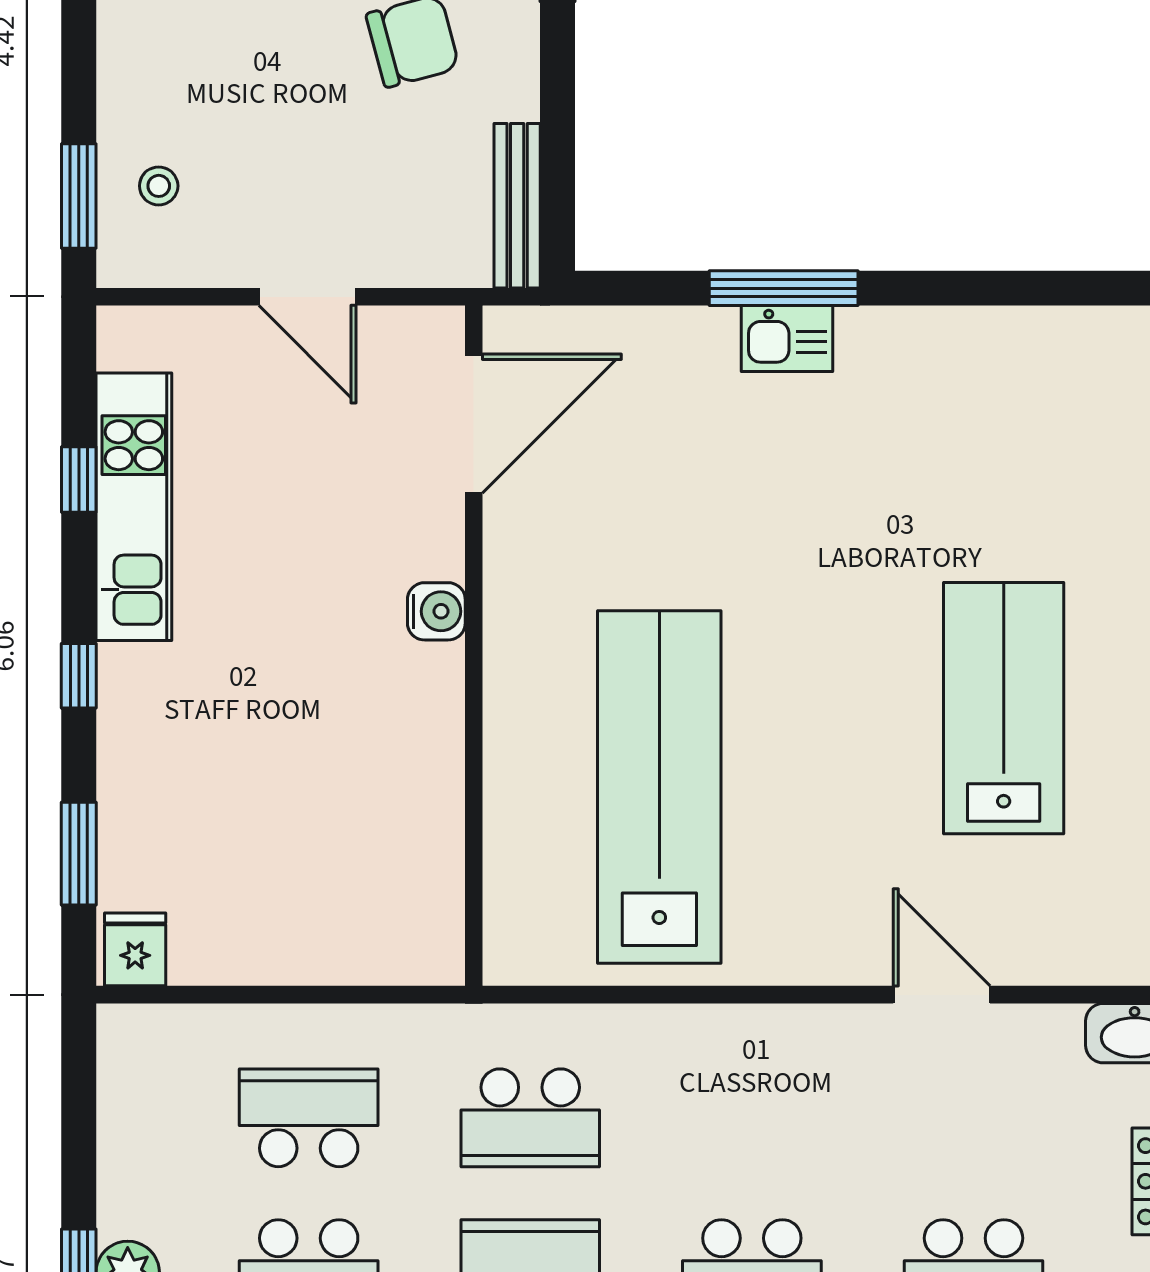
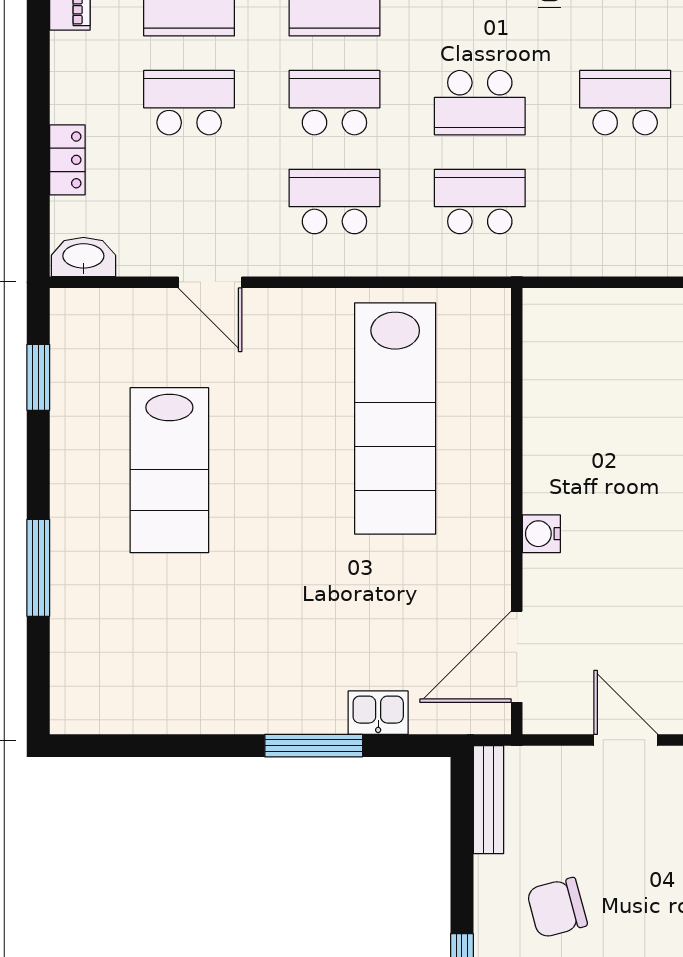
kitchen sink: (787, 339) -> (378, 713), moved
school desk: (309, 1118) -> (334, 202), moved, turned 180

